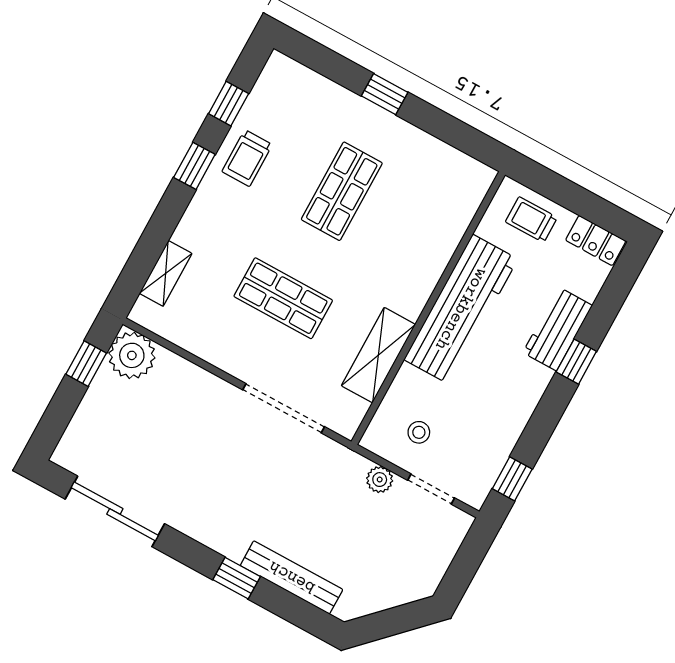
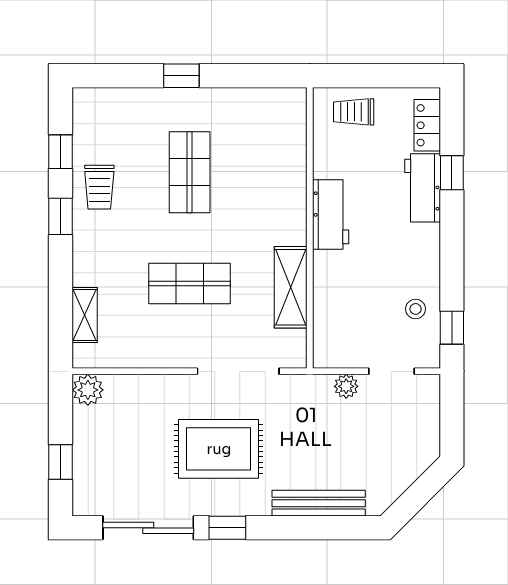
locker: (596, 241) -> (427, 125), moved, turned 90
workbench: (461, 309) -> (331, 215), width x0.53, depth x0.76
plant: (132, 355) -> (88, 390), width x0.73, depth x0.73
window: (576, 362) -> (452, 173), moved
window: (86, 364) -> (61, 462), moved
stool: (419, 432) -> (416, 309), moved
rug: (224, 473) -> (219, 449), added
window: (237, 578) -> (227, 528), moved

